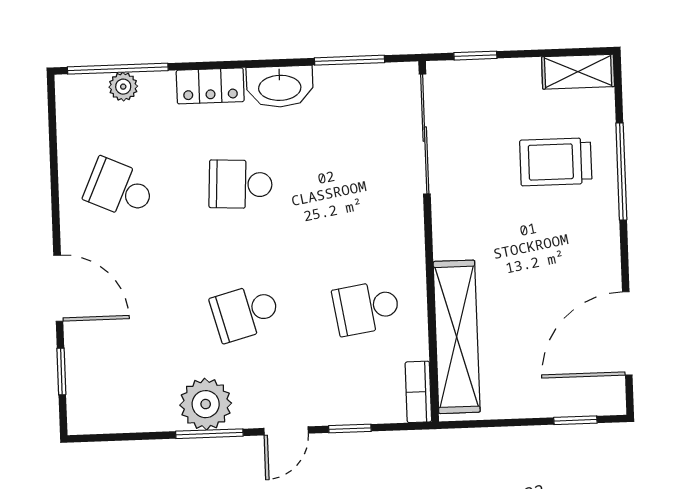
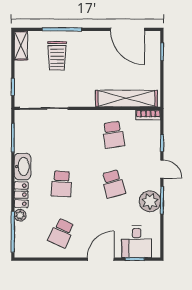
plant: (123, 87) -> (20, 215), moved
desk: (105, 375) -> (137, 242), added

